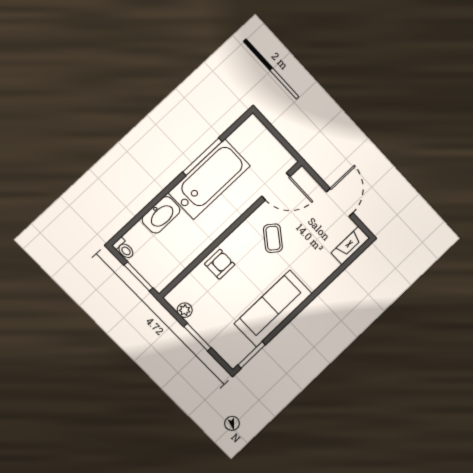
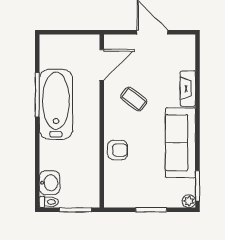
washbasin: (161, 215) -> (49, 183), moved, width x0.72
fireplace: (350, 246) -> (188, 89), moved
armchair: (220, 264) -> (118, 150), turned 90
plant: (185, 310) -> (189, 201), moved

